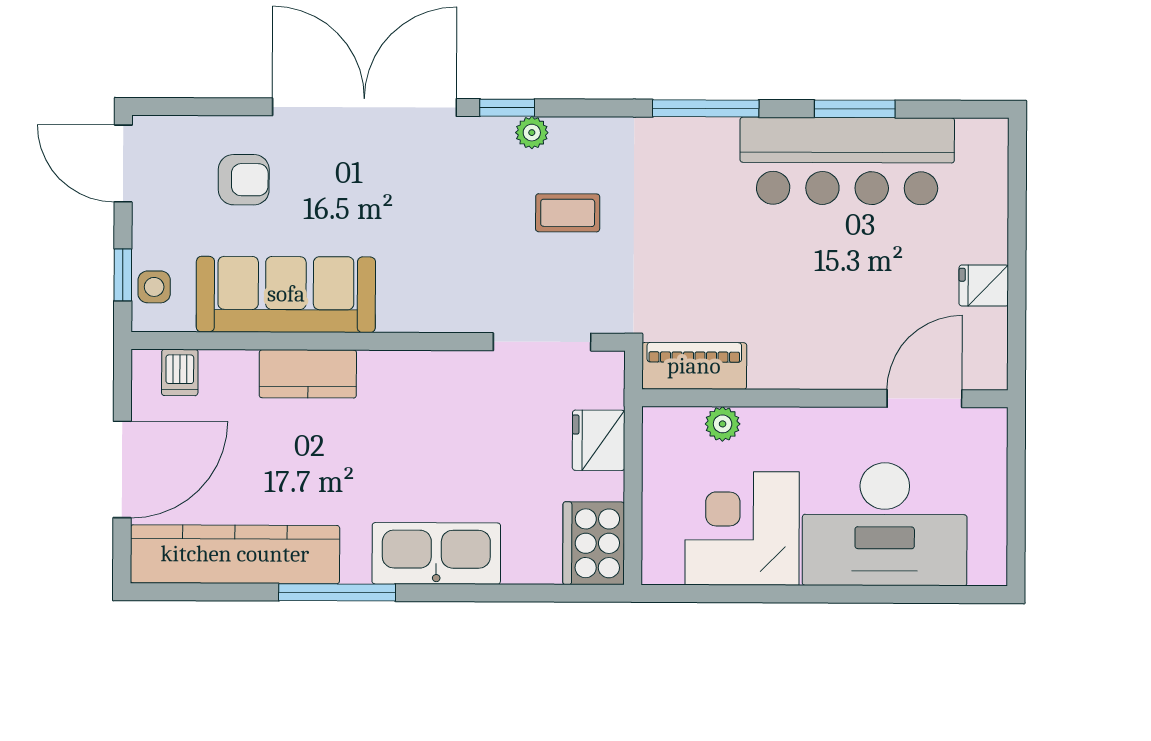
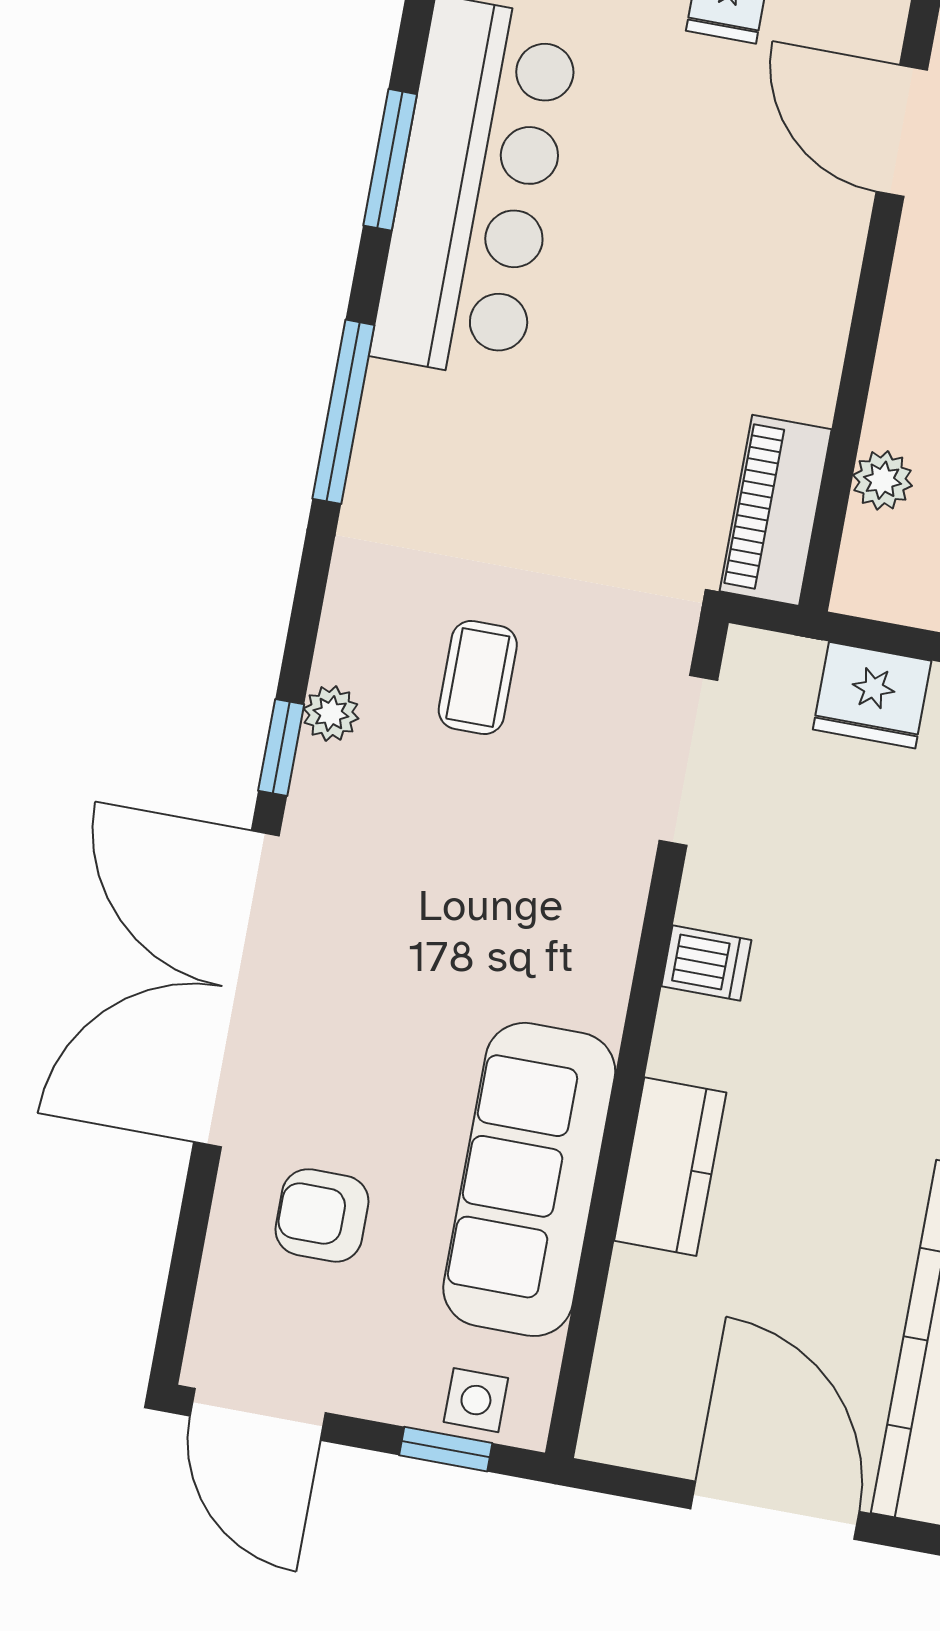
door: (123, 164) -> (258, 1414), hinge flipped
armchair: (244, 180) -> (322, 1215), turned -90
dishwasher: (180, 372) -> (706, 963), moved

